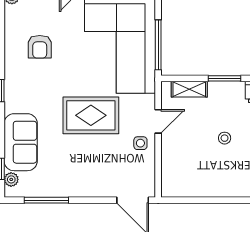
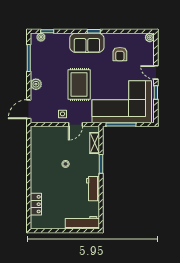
armchair: (40, 47) -> (120, 54), turned -90
door: (158, 121) -> (75, 124), hinge flipped
sofa: (21, 142) -> (87, 43), moved
plant: (90, 188) -> (36, 84), added

